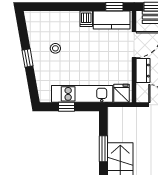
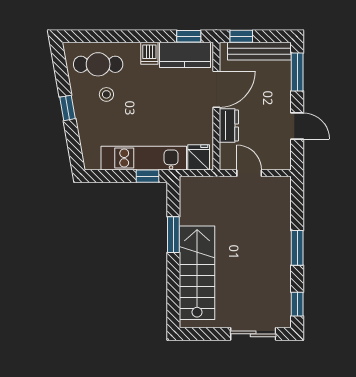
cafe table: (49, 27) -> (98, 64), added
window: (67, 107) -> (147, 176), moved

